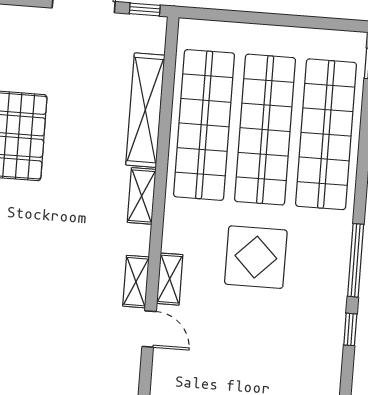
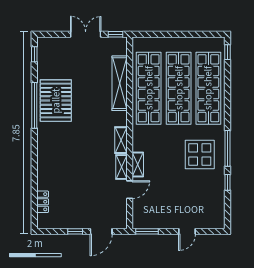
shelving: (142, 196) -> (121, 140), moved
display table: (256, 257) -> (200, 155), moved
door: (149, 329) -> (130, 190), hinge flipped

